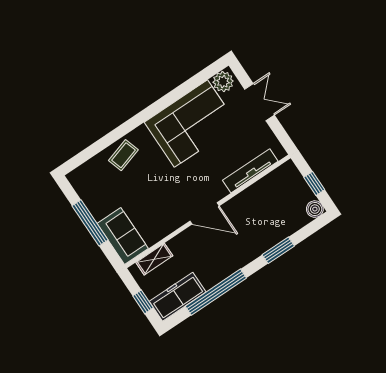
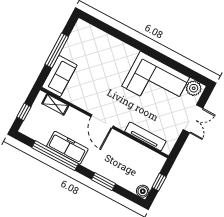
coffee table: (123, 155) -> (112, 49), removed
freezer: (178, 297) -> (67, 148), moved

